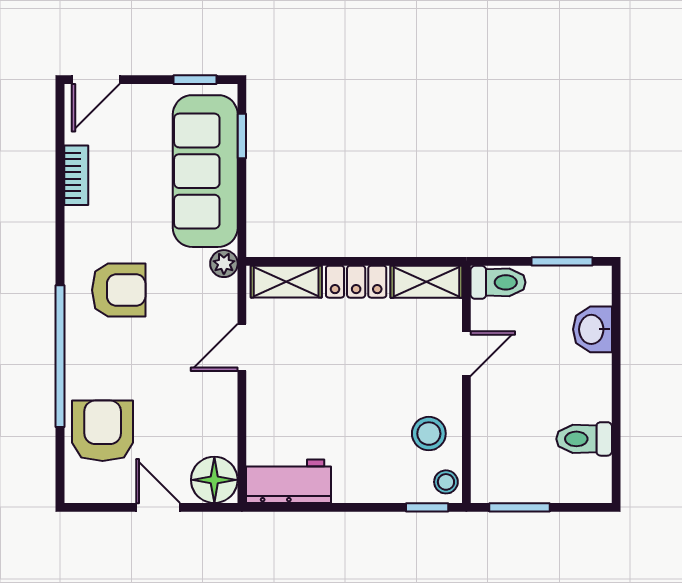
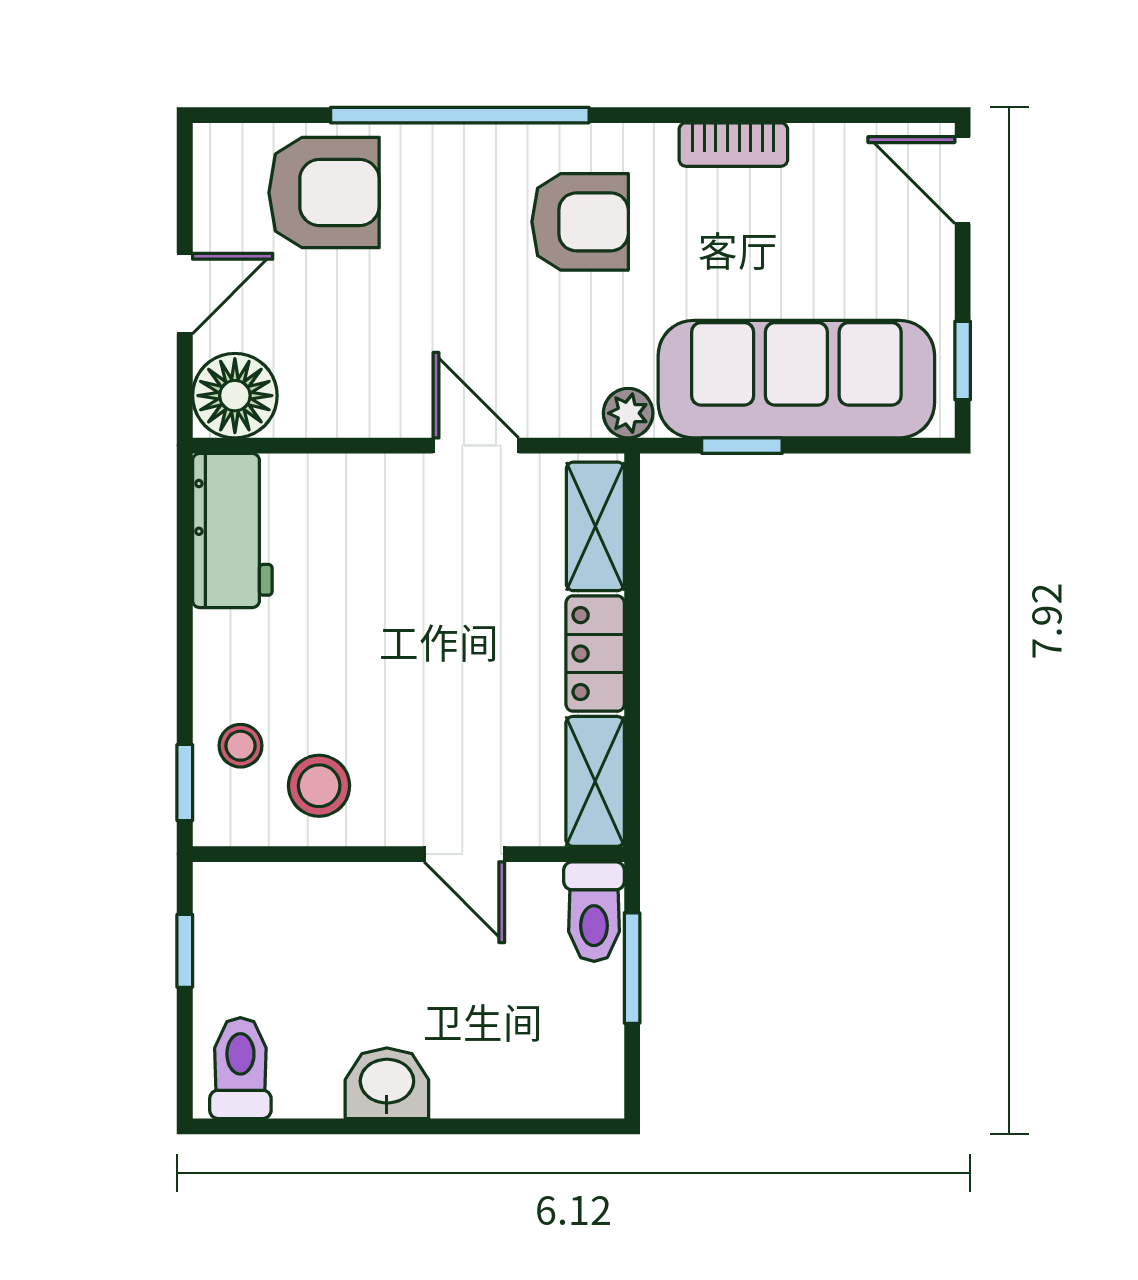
window: (242, 136) -> (742, 446), moved
bookcase: (76, 175) -> (733, 145), moved
window: (562, 261) -> (632, 968), moved
armchair: (119, 290) -> (580, 222), turned -90
washbasin: (592, 329) -> (387, 1083), moved
toilet: (584, 439) -> (240, 1068), moved
stool: (446, 482) -> (241, 746), moved
window: (520, 507) -> (185, 951), width x0.67

